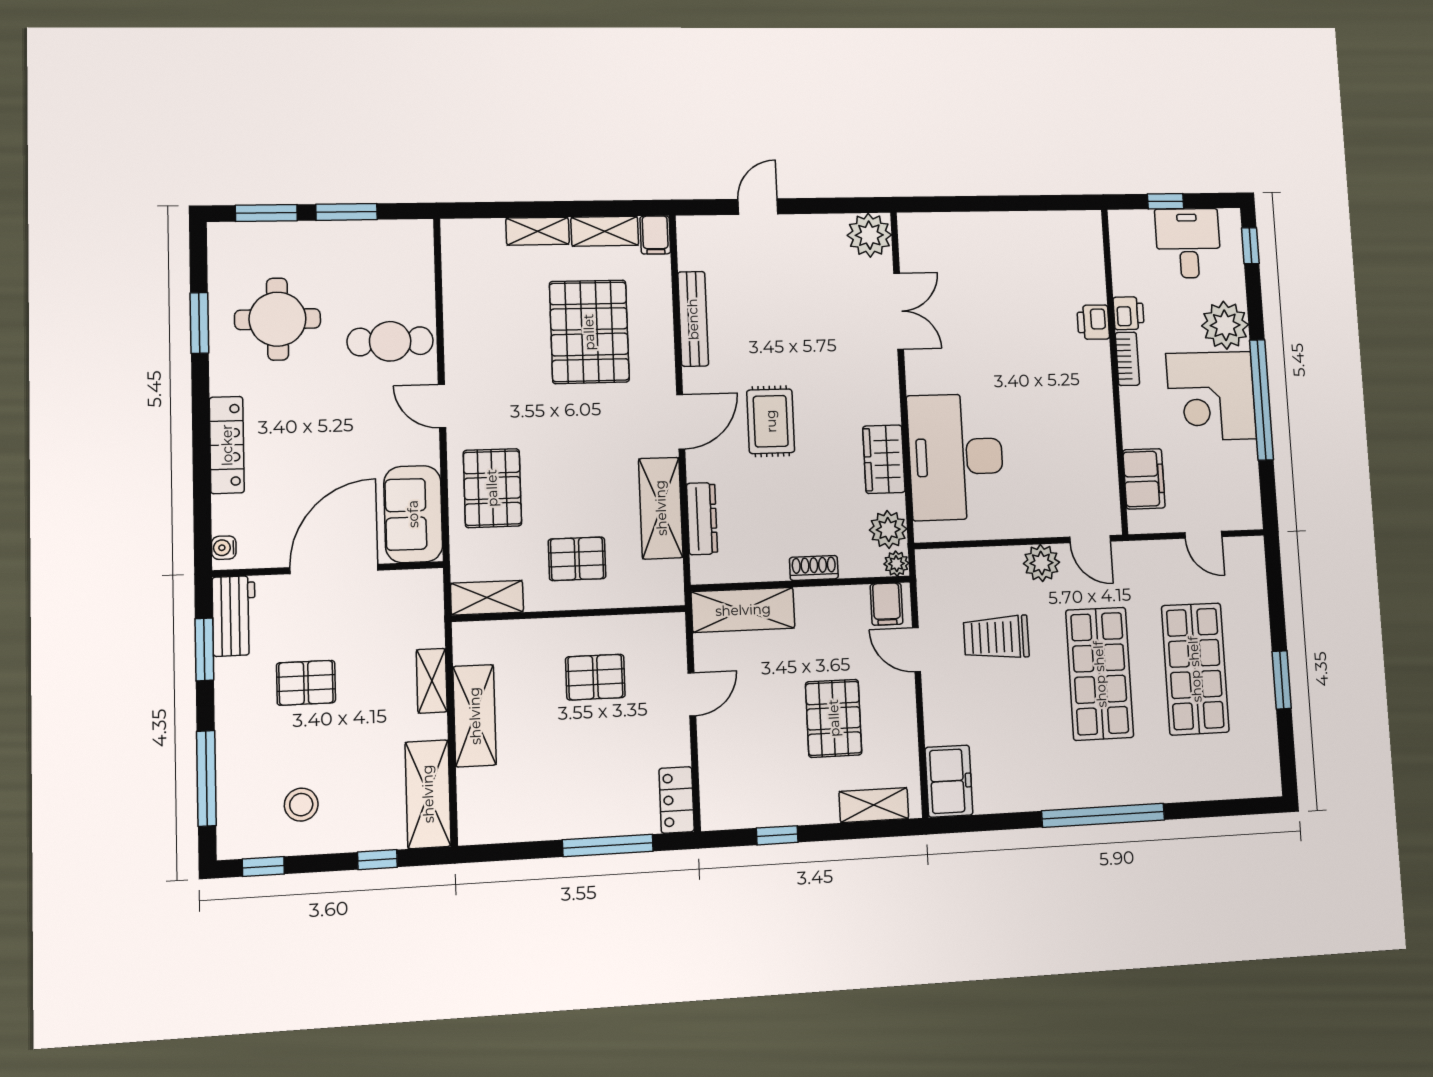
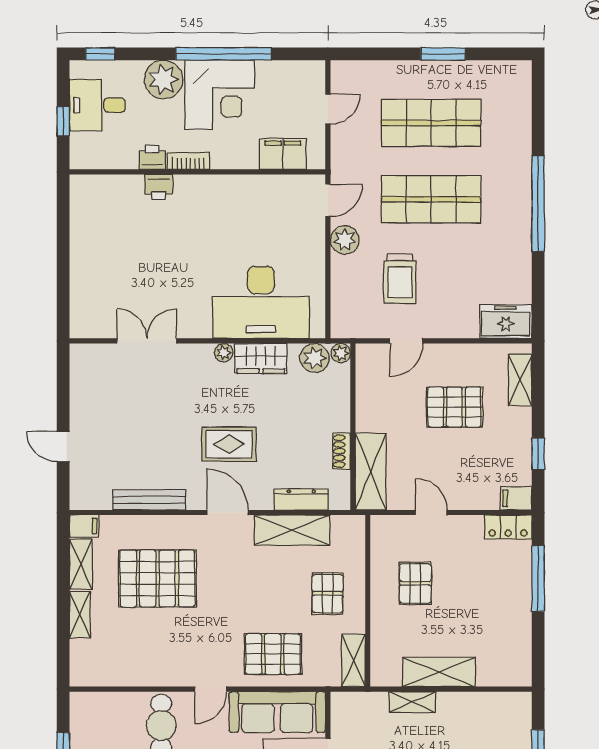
plant: (869, 235) -> (224, 353), moved, width x0.53, depth x0.53
sofa: (413, 514) -> (277, 712), width x1.36
shoe rack: (814, 568) -> (342, 451), moved
filing cabinet: (887, 604) -> (516, 498), moved, turned 180
shelving: (428, 794) -> (494, 707), removed

